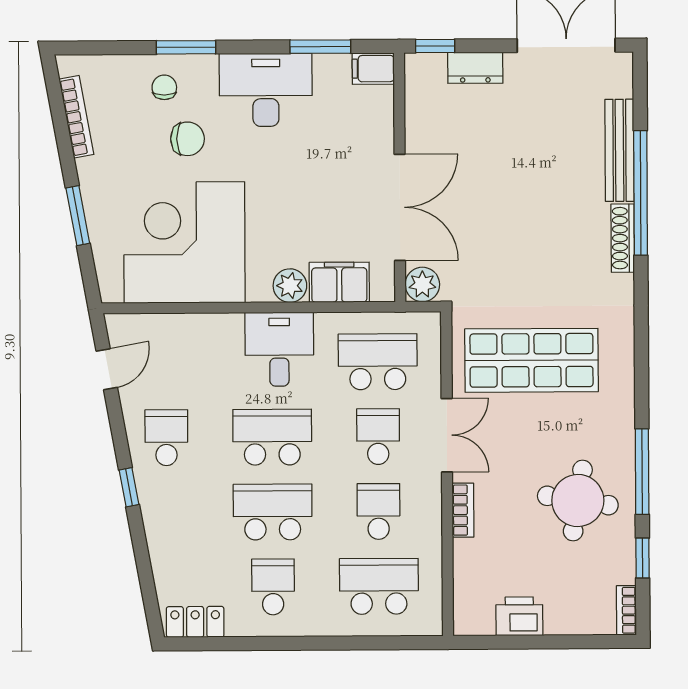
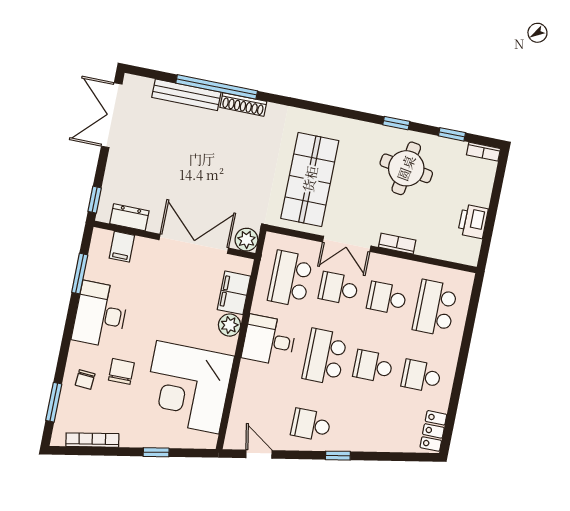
window: (186, 47) -> (54, 402), moved
dresser: (475, 68) -> (129, 217), moved, turned -90
filing cabinet: (373, 69) -> (122, 247), moved
chair: (164, 87) -> (85, 379), turned -86
window: (78, 216) -> (156, 452), width x0.67
double door: (447, 435) -> (347, 244), swing flipped
window: (642, 472) -> (396, 123), width x0.46
school desk: (273, 512) -> (373, 366), width x0.54

